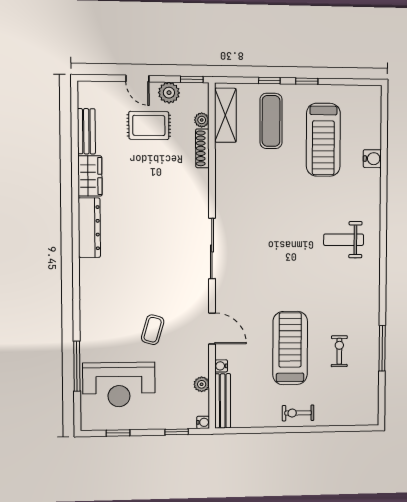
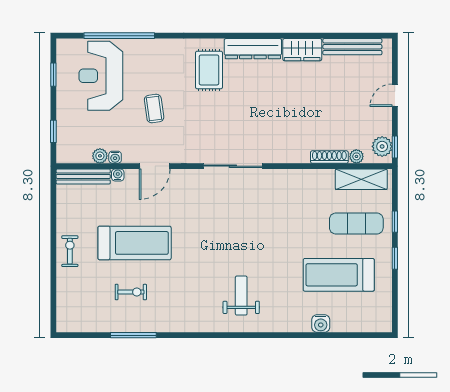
plant: (169, 93) -> (382, 146), moved
rug: (149, 125) -> (209, 70), moved
bench: (86, 131) -> (352, 47), width x1.36
coffee table: (153, 330) -> (154, 109), turned 66
window: (77, 366) -> (119, 36), width x1.46
water cooler: (203, 422) -> (115, 157), moved

